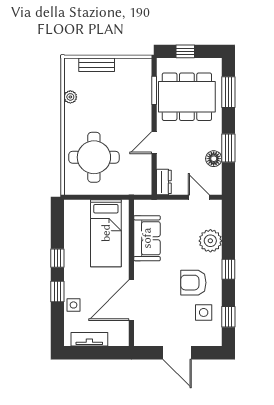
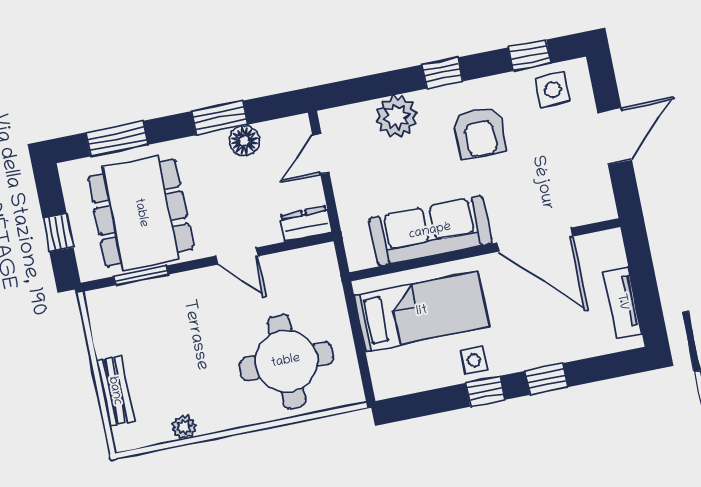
sofa: (147, 238) -> (430, 231), width x1.36
side table: (73, 305) -> (474, 360), moved
side table: (204, 312) -> (553, 90), moved

